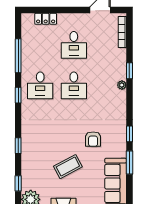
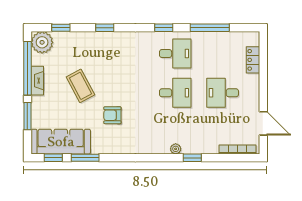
desk: (40, 85) -> (175, 54), turned 180
desk: (74, 85) -> (175, 93), turned 180
window: (129, 134) -> (53, 158), moved

